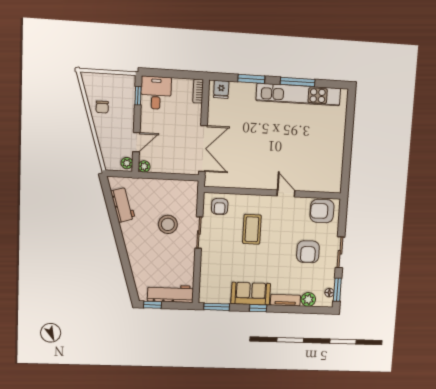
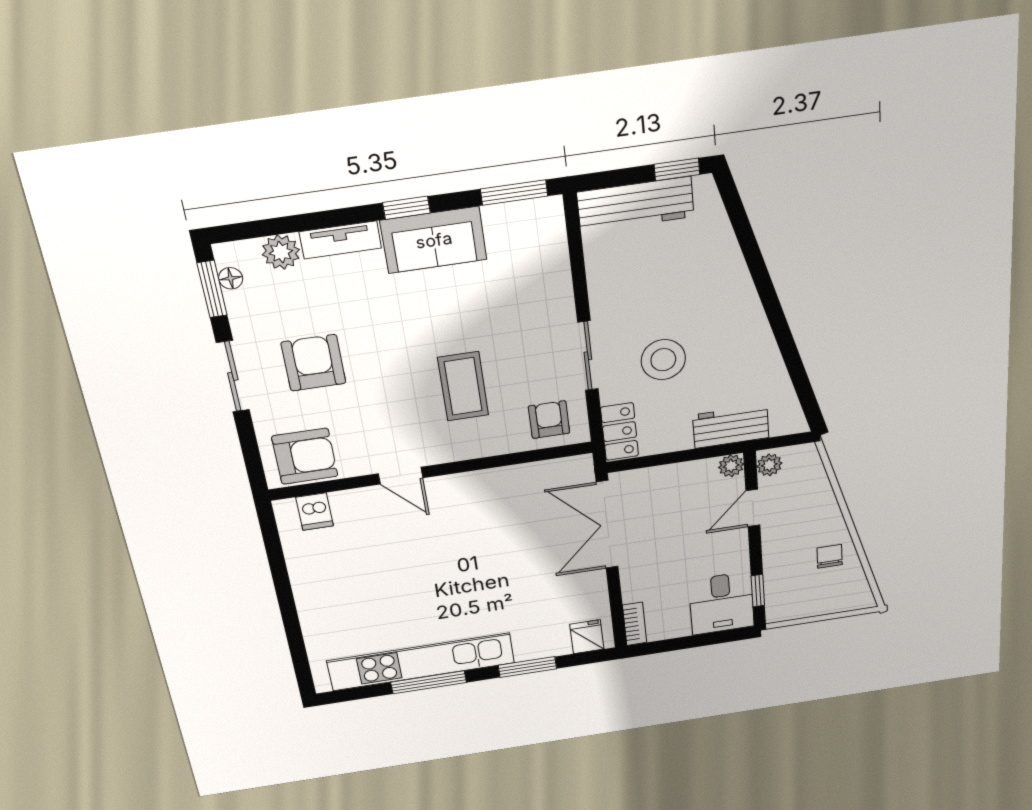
dishwasher: (325, 184) -> (315, 512), added
locker: (191, 194) -> (620, 432), added
workbench: (123, 205) -> (731, 426), moved, turned 106

